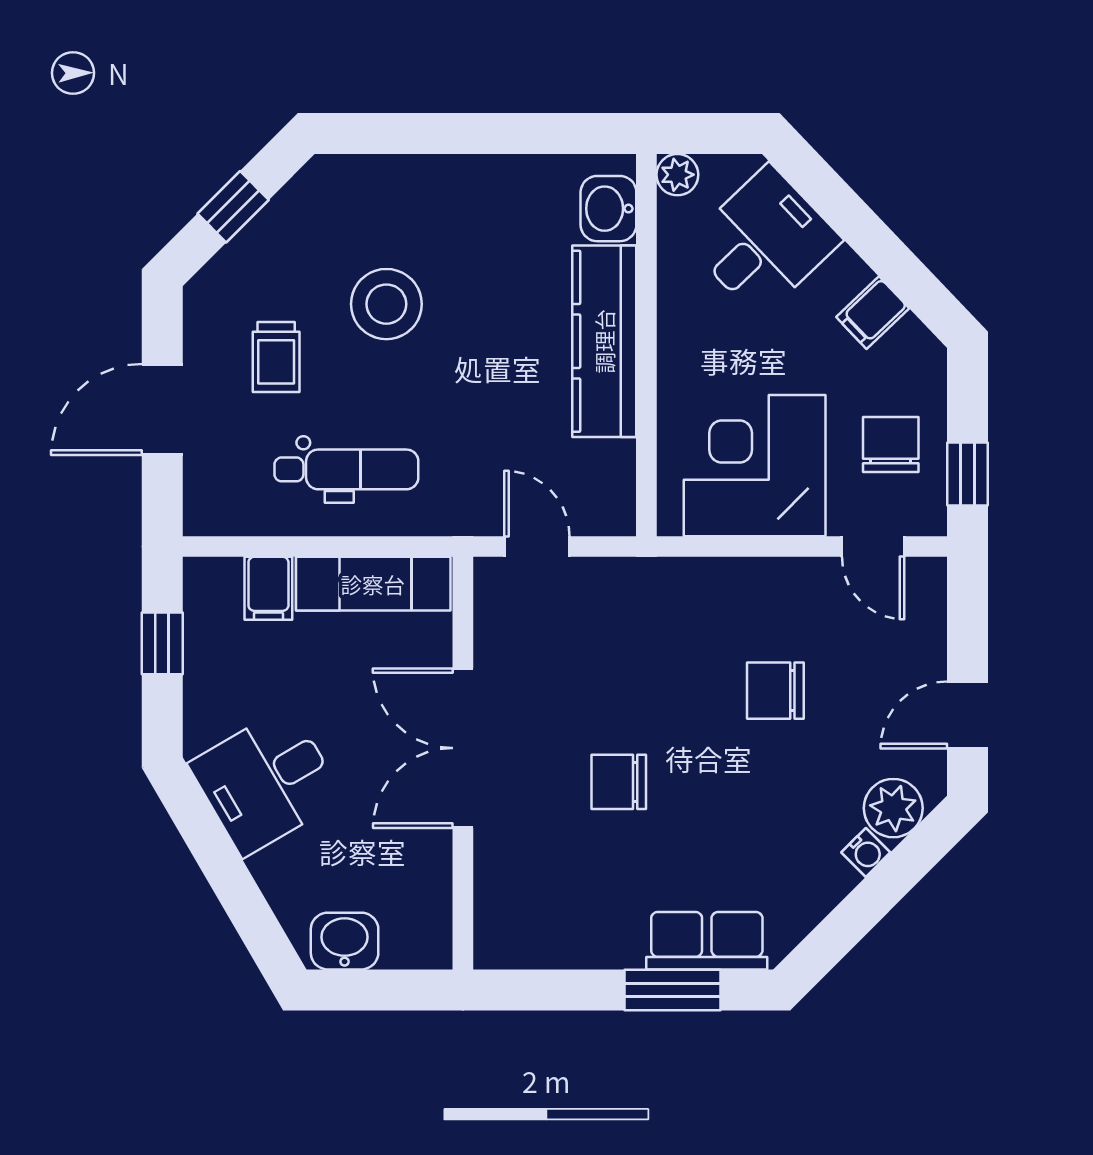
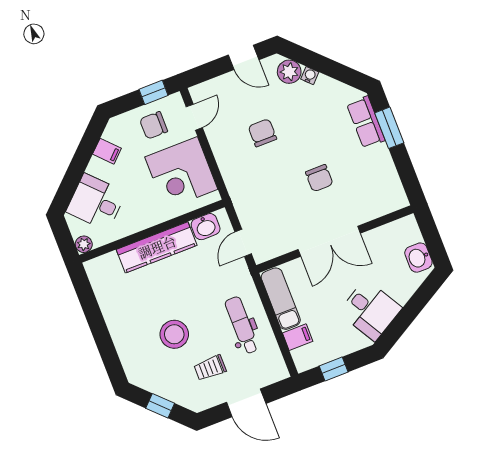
washbasin: (608, 209) -> (206, 227), moved
trolley: (276, 357) -> (210, 368), turned 180
chair: (775, 691) -> (262, 133), turned 180

